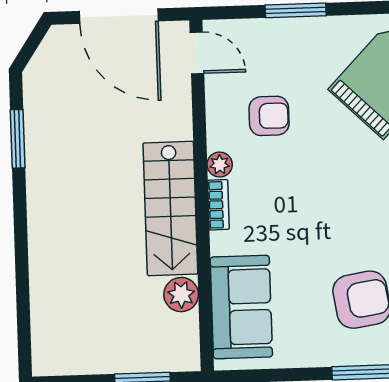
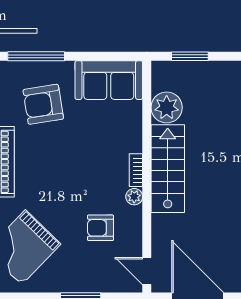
plant: (181, 295) -> (167, 107), width x1.36, depth x1.36
sofa: (241, 307) -> (109, 80), moved, turned -90

